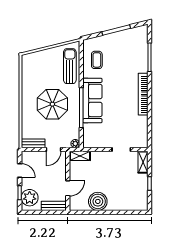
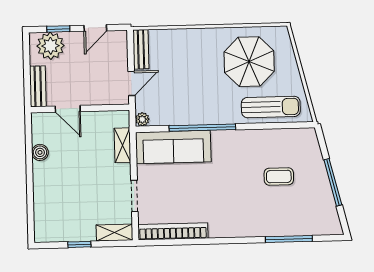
coffee table: (97, 60) -> (279, 176), moved
bookcase: (143, 94) -> (173, 231), moved
sofa: (92, 100) -> (173, 147), moved
parasol: (52, 104) -> (249, 62), moved
door: (53, 150) -> (131, 83), swing flipped
shelving: (80, 156) -> (122, 145), moved
boiler: (98, 201) -> (40, 152), width x0.54, depth x0.54

